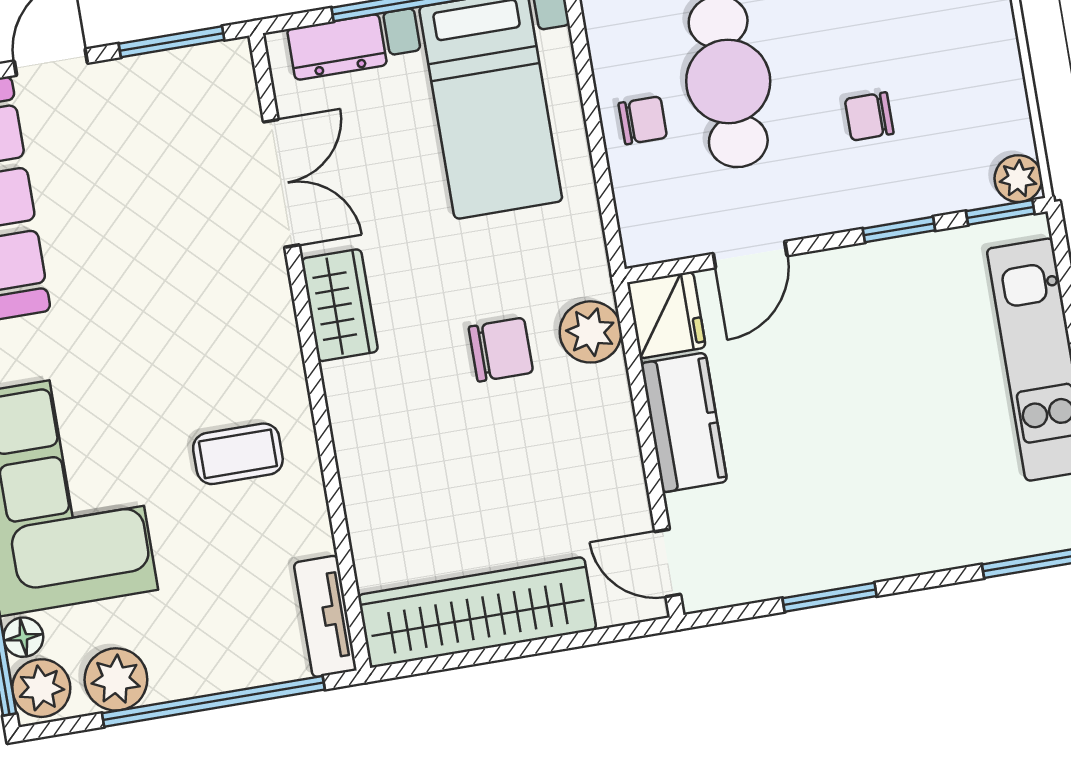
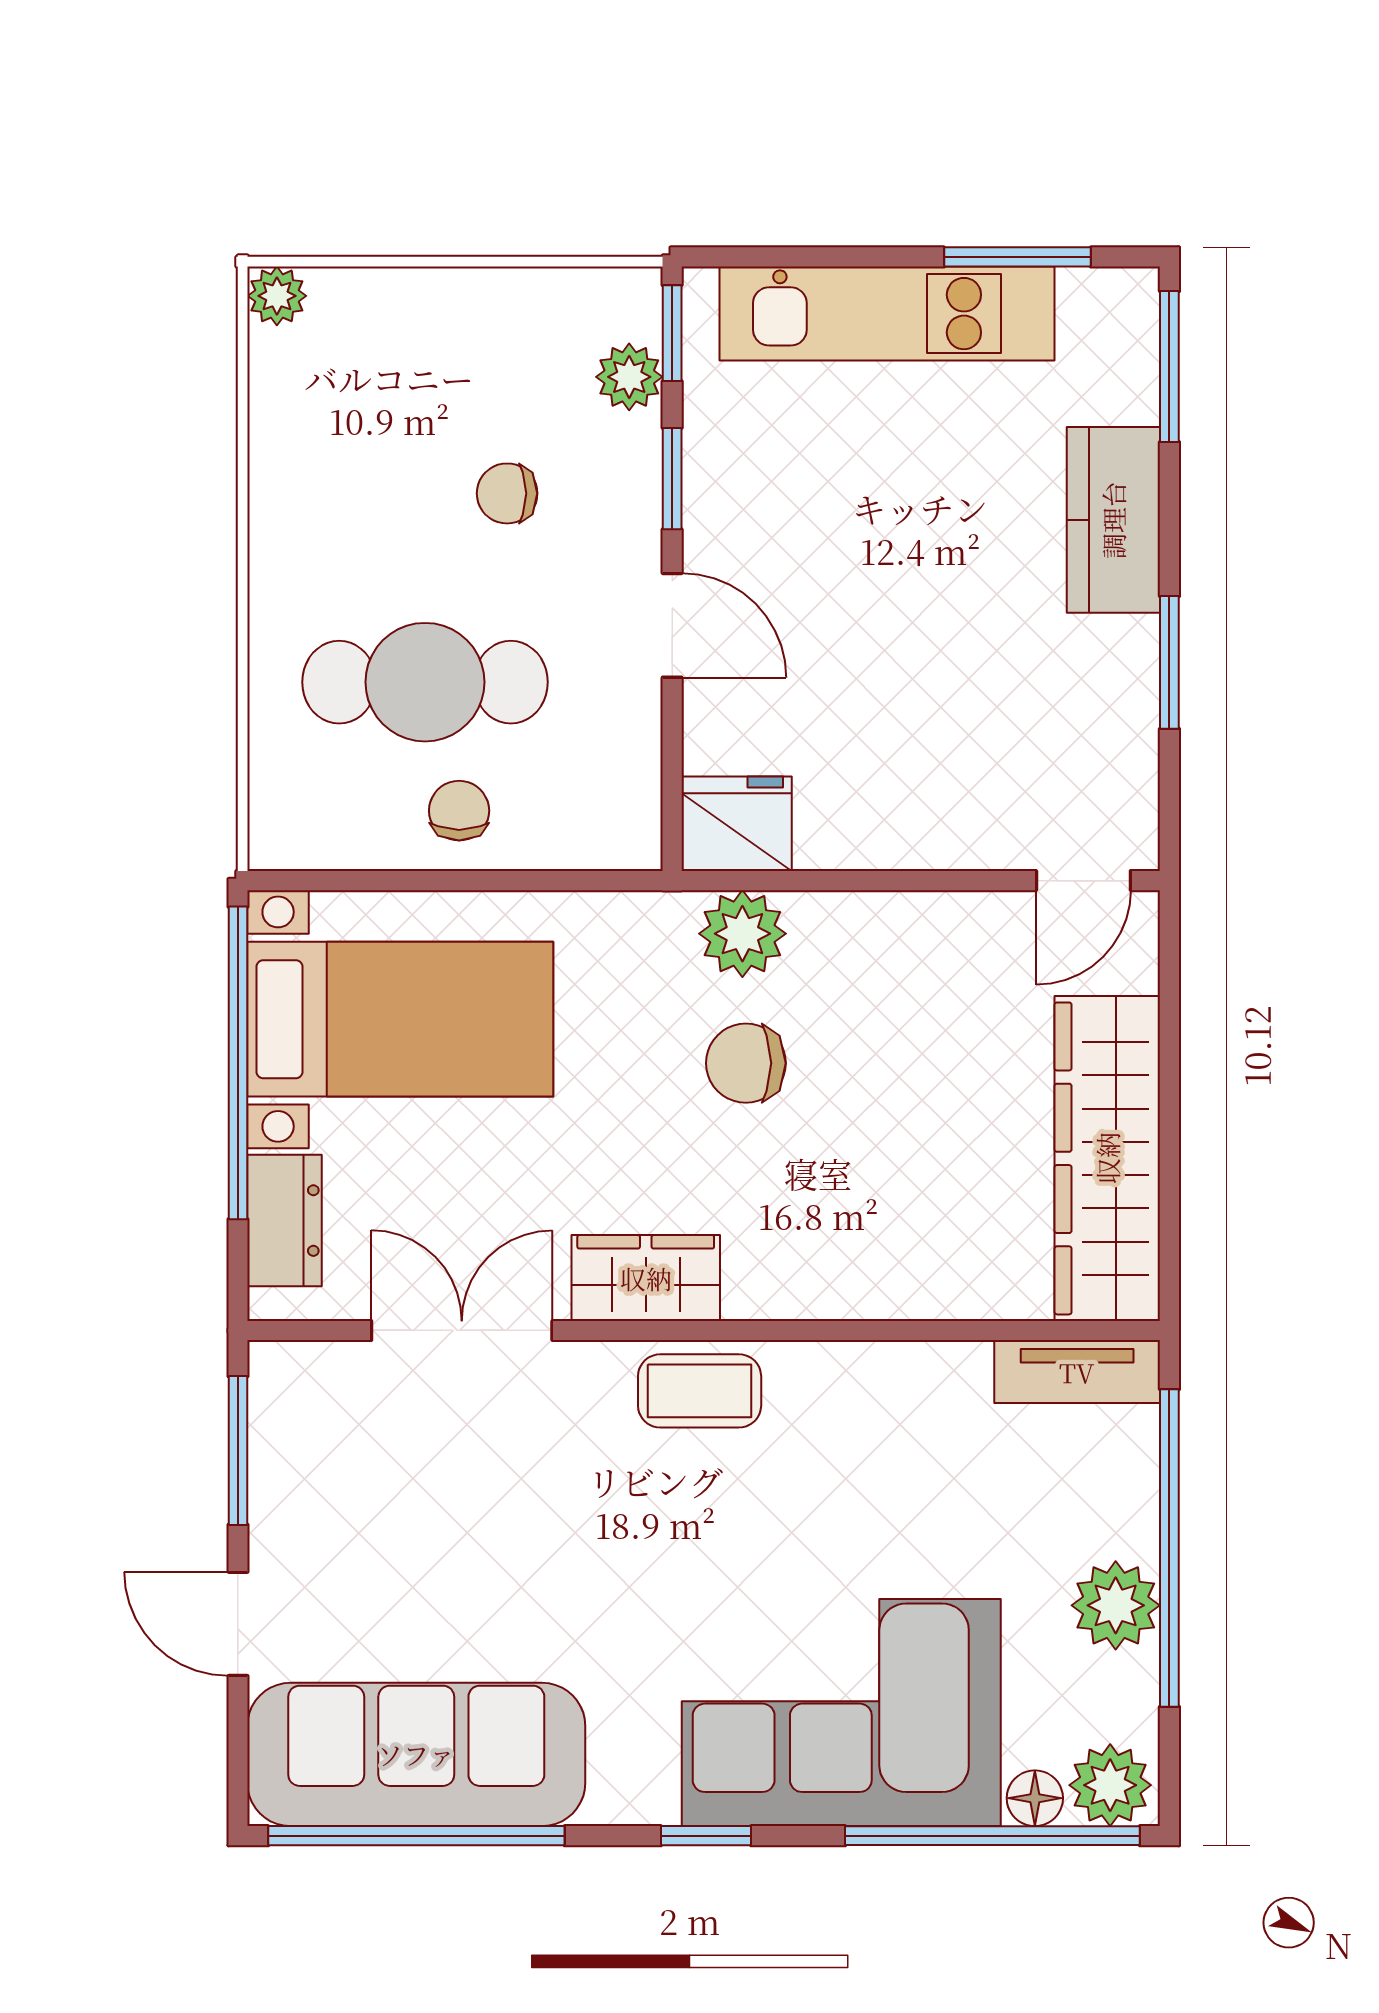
chair: (869, 116) -> (507, 493), turned 90
plant: (1018, 179) -> (629, 377), moved
door: (750, 255) -> (672, 625), moved
chair: (501, 350) -> (746, 1063), turned -90
kitchen counter: (684, 423) -> (1113, 520), moved, turned -90
coffee table: (238, 454) -> (700, 1391), moved, turned 90
plant: (116, 679) -> (1116, 1605), moved

